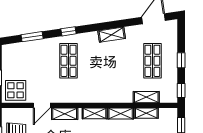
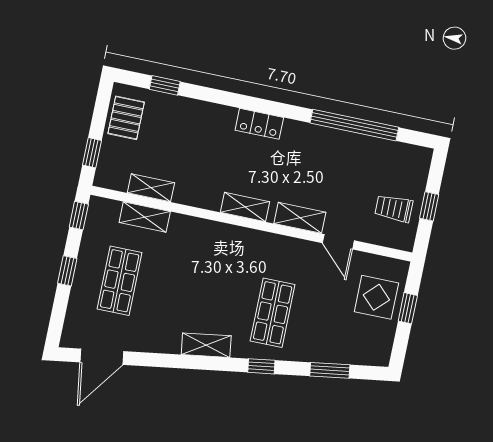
shelving: (112, 35) -> (206, 345), moved
display table: (16, 90) -> (376, 297), moved
door: (42, 105) -> (338, 242), swing flipped
shelving: (121, 114) -> (198, 197), removed

